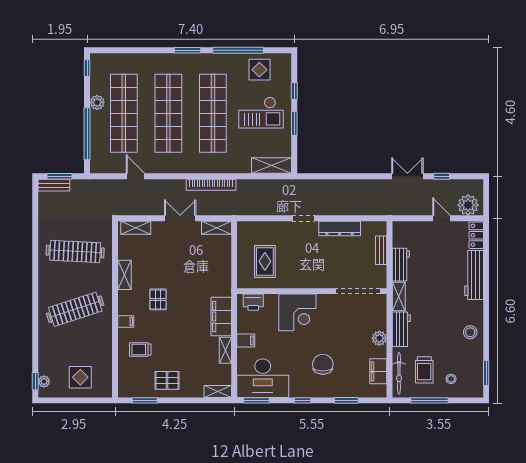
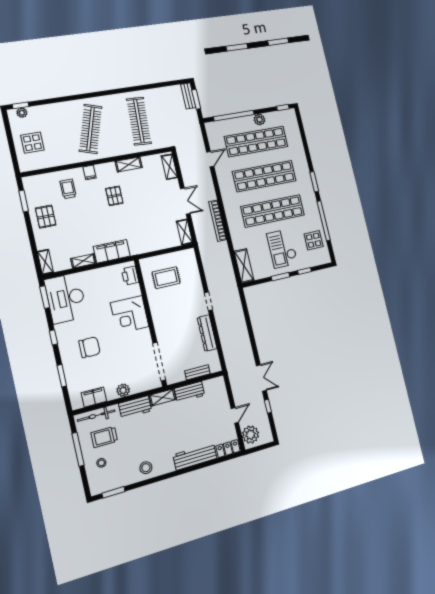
pallet: (158, 299) -> (114, 196), turned 90
clothes rail: (75, 309) -> (91, 129), turned 36
filing cabinet: (246, 340) -> (96, 276), removed

